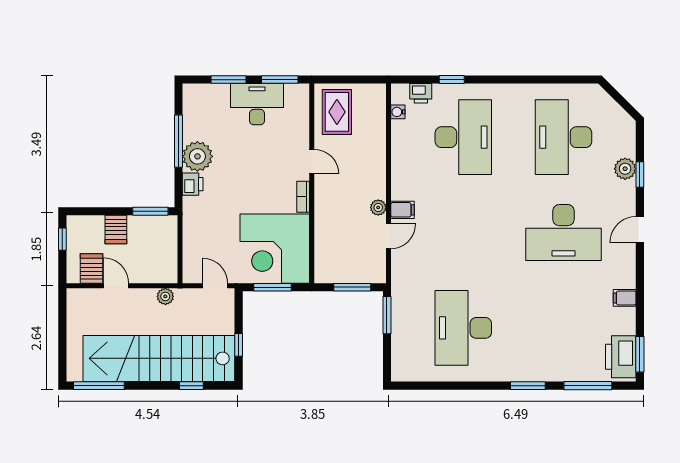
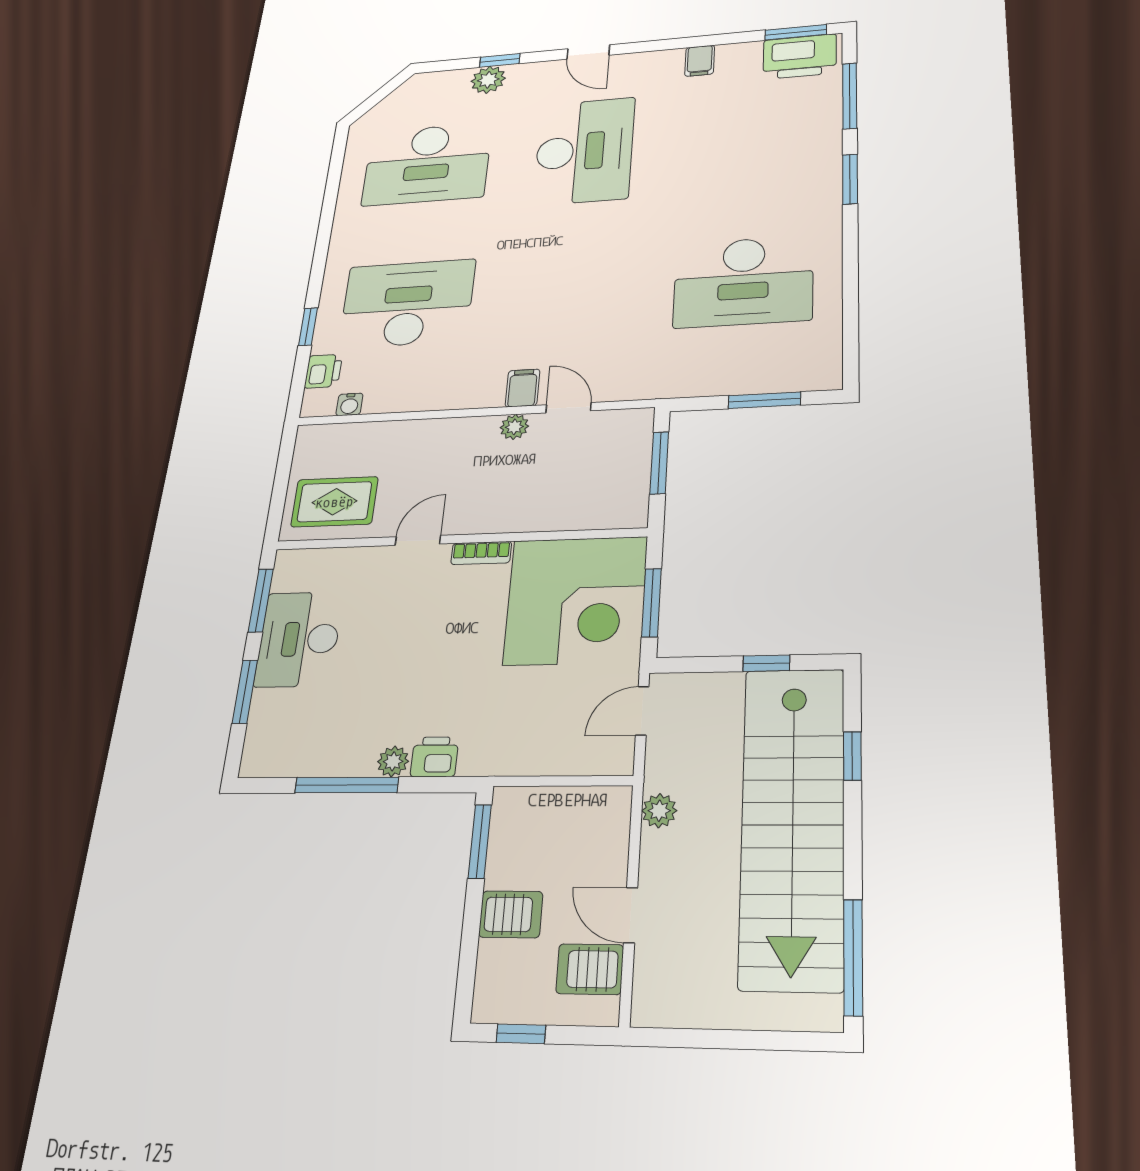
plant: (197, 156) -> (393, 761), width x0.53, depth x0.53
door: (116, 286) -> (631, 915), hinge flipped
window: (387, 315) -> (764, 400), moved

